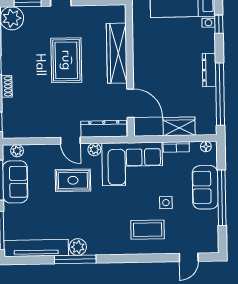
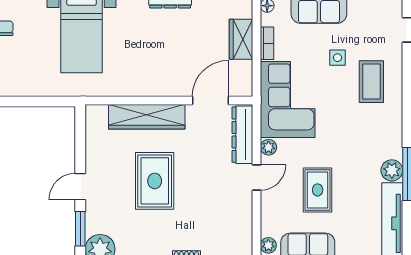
rug: (66, 60) -> (155, 181), turned 90
rug: (73, 180) -> (318, 190), moved

